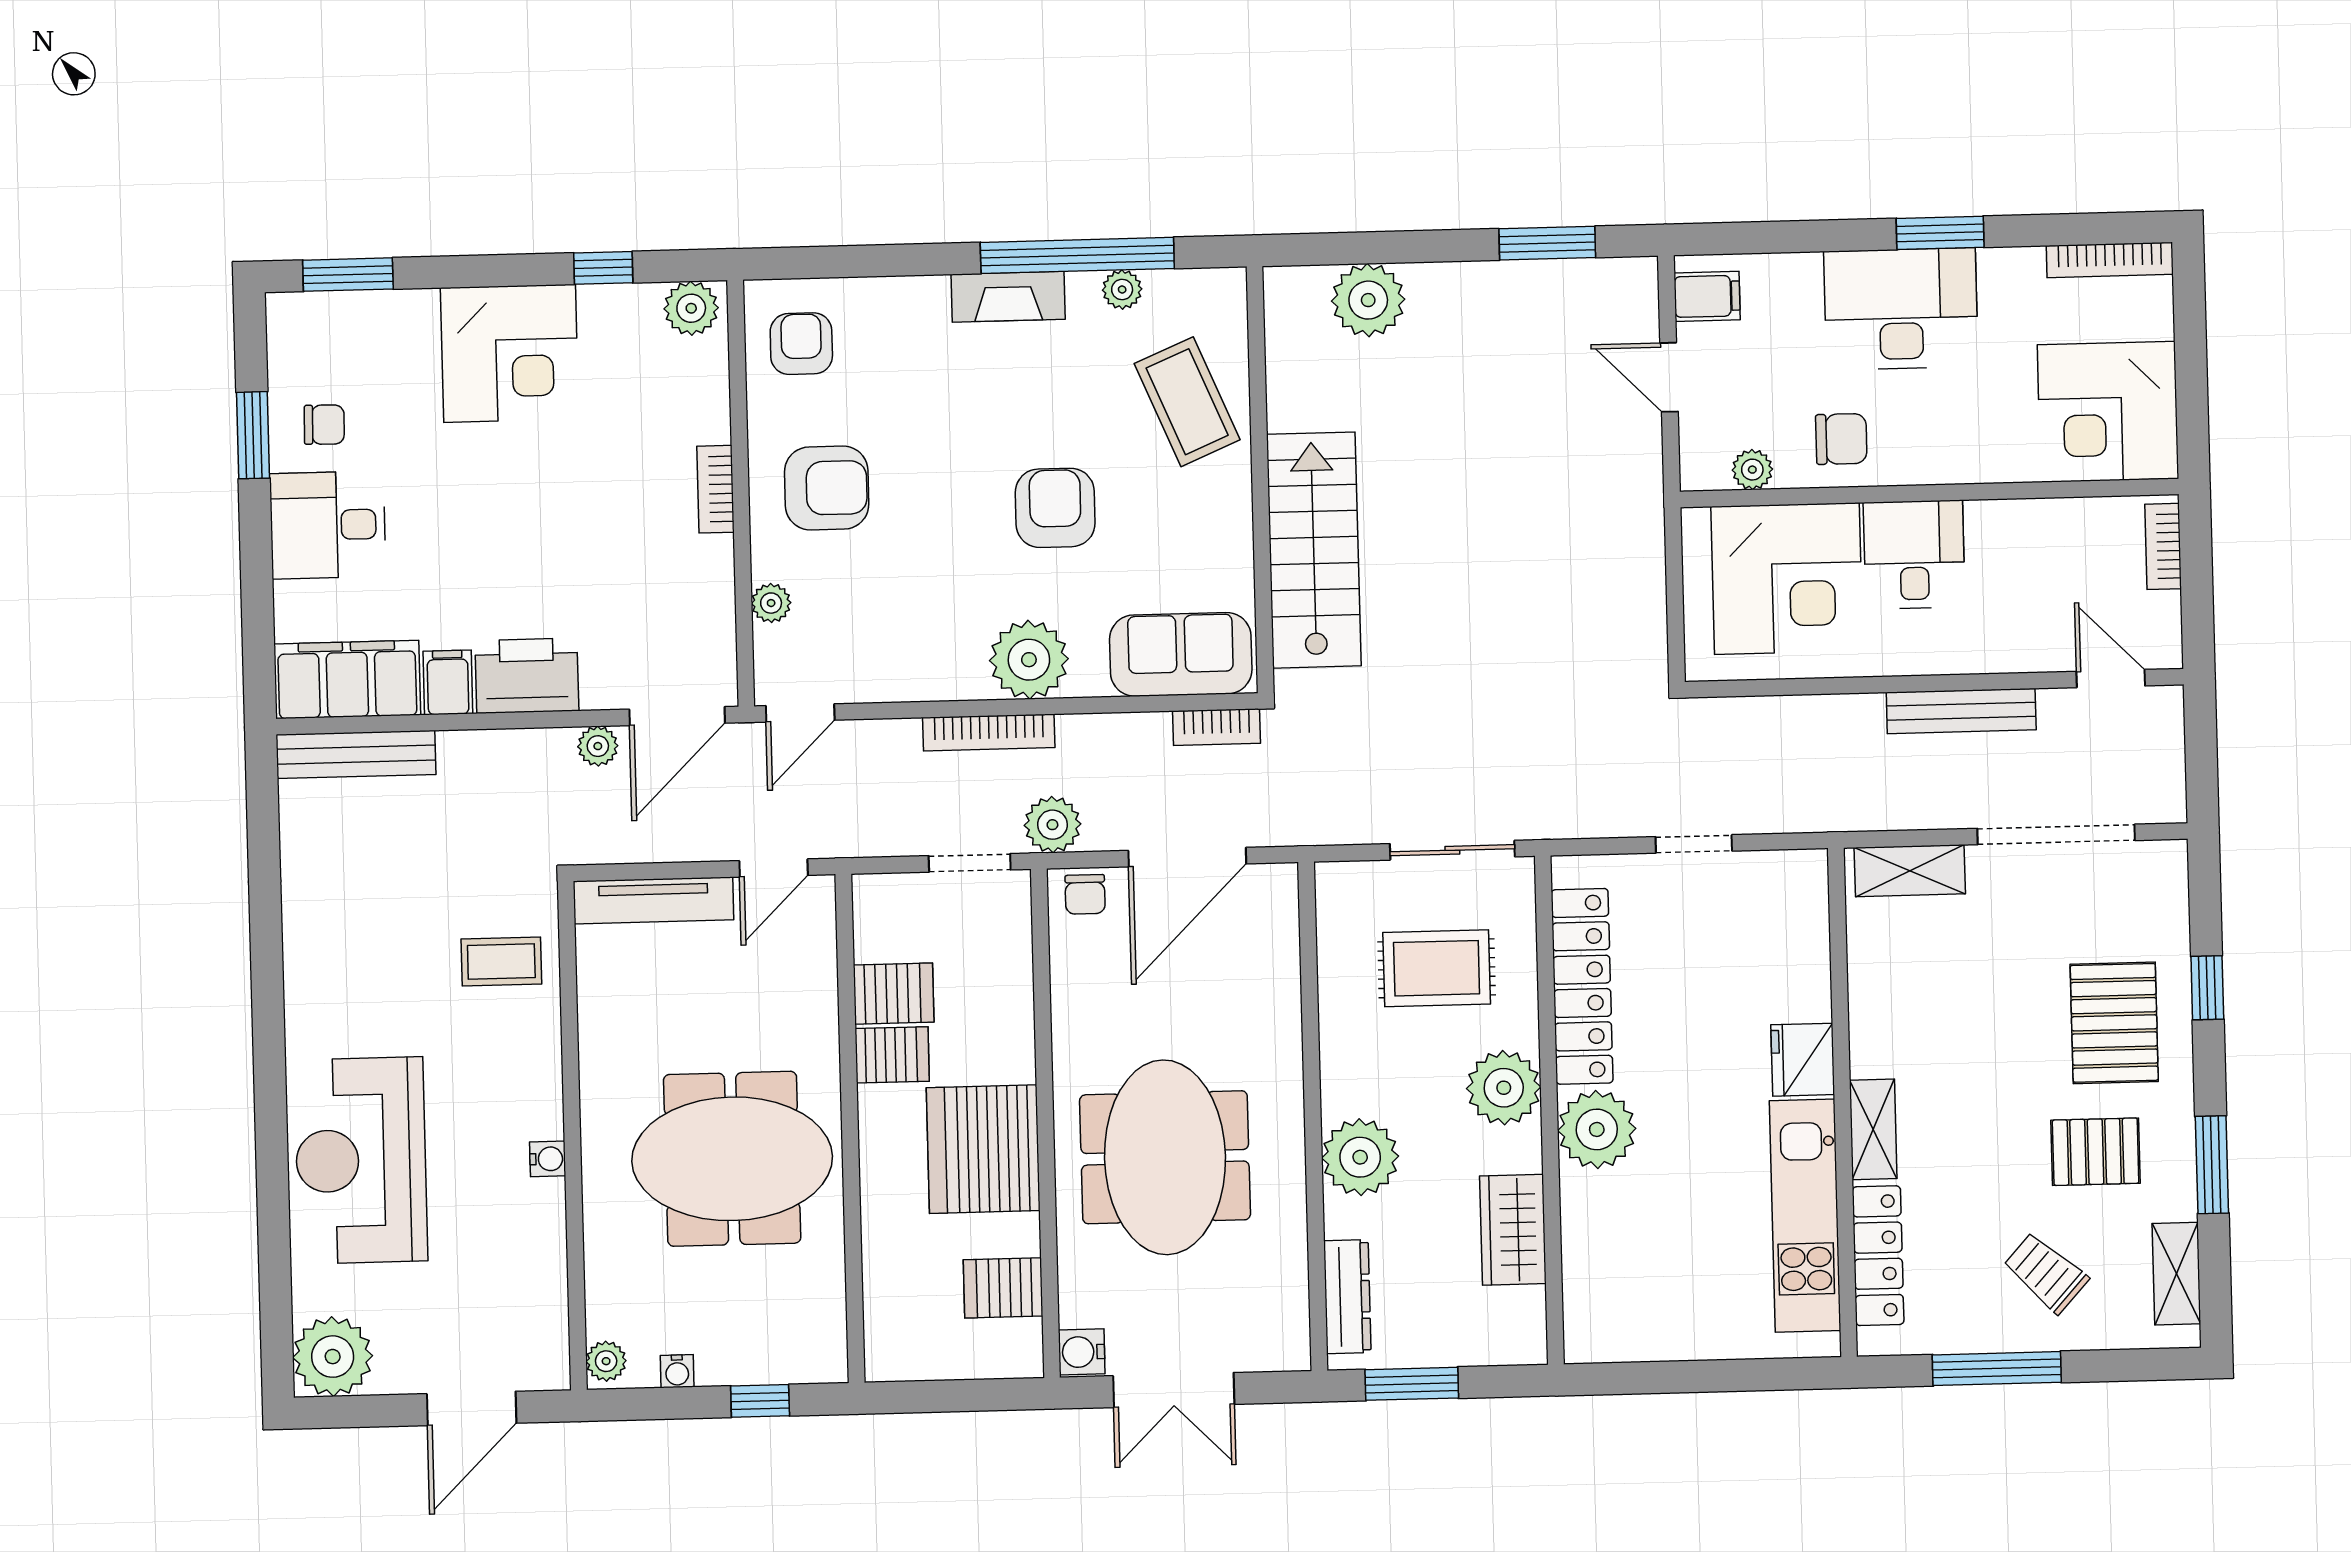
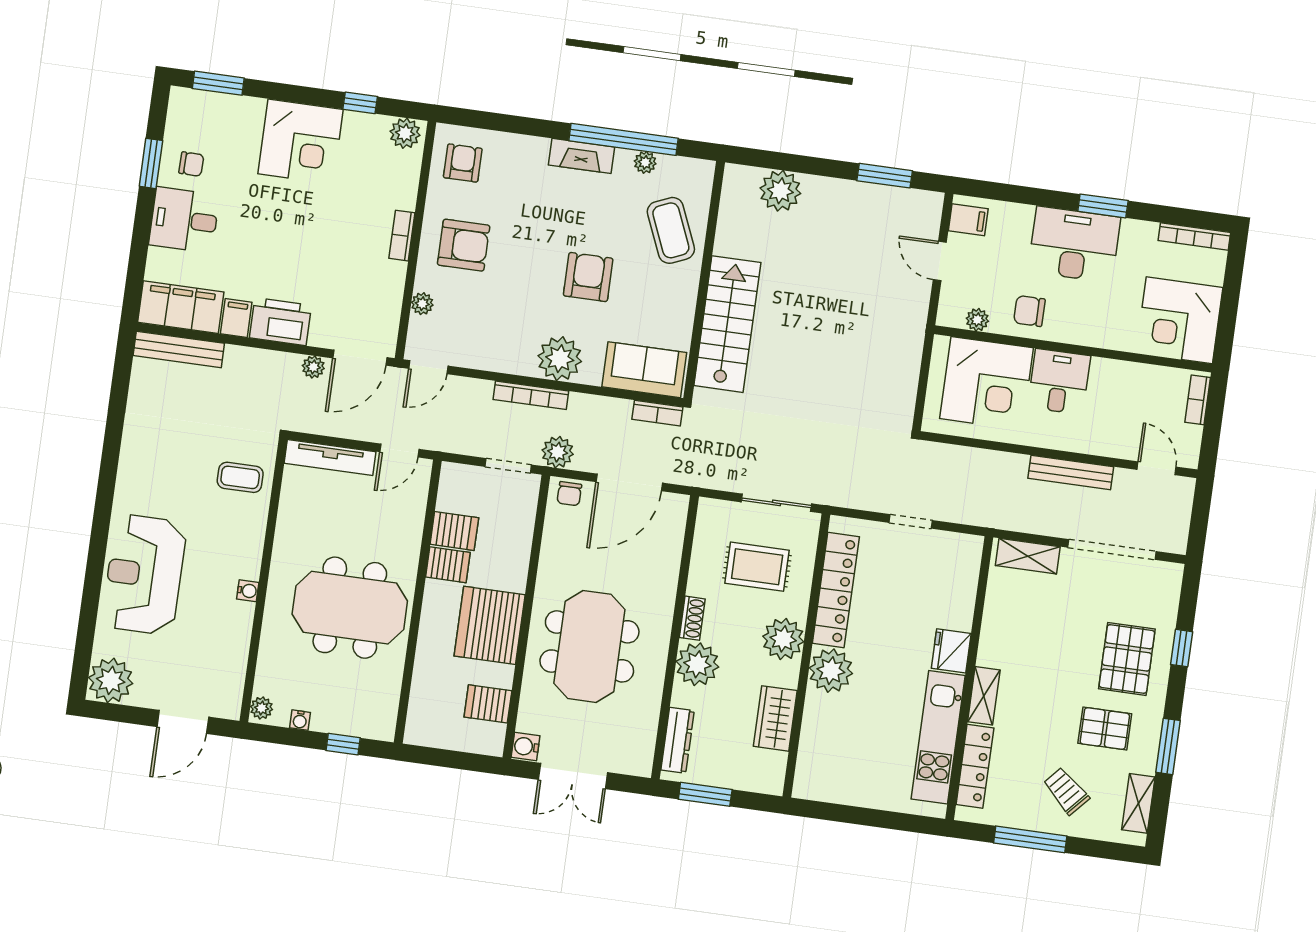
chair: (1841, 439) -> (1029, 311), turned 180
shoe rack: (1338, 1078) -> (692, 618), added

